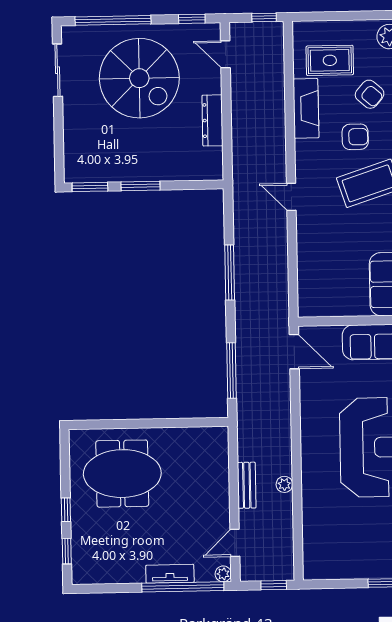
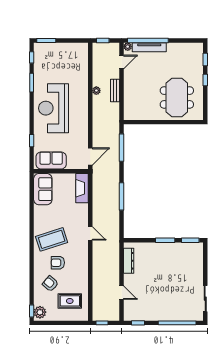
door: (225, 54) -> (122, 293), moved
spiral stairs: (139, 78) -> (165, 294), removed
fireplace: (306, 108) -> (82, 188), moved
dresser: (212, 120) -> (129, 261), moved
door: (294, 352) -> (90, 156), swing flipped
meeting table: (122, 474) -> (177, 97), turned 90
tv unit: (170, 574) -> (149, 47), width x1.41

